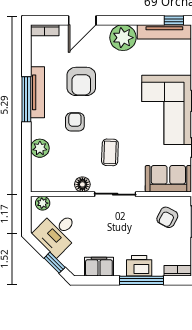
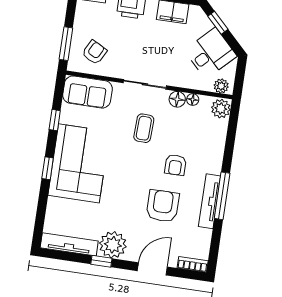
window: (174, 20) -> (101, 261), moved
plant: (40, 148) -> (221, 109), moved
floor lamp: (68, 186) -> (193, 100), added

